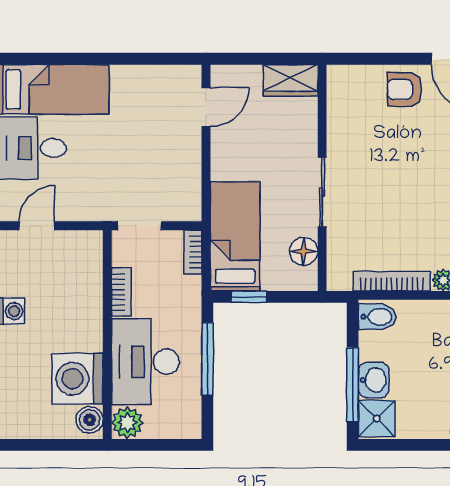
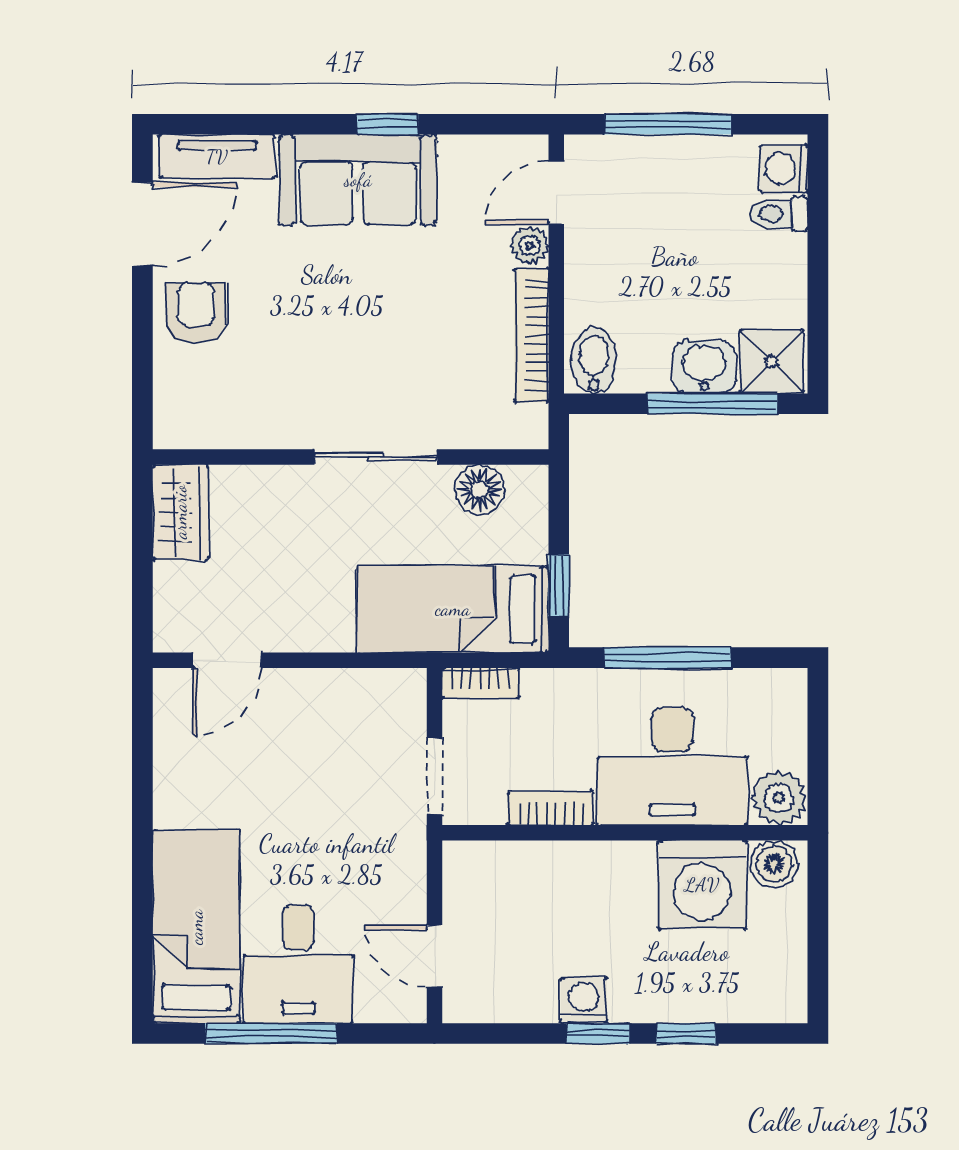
armchair: (405, 89) -> (196, 313), turned 180
door: (206, 107) -> (227, 660), swing flipped

